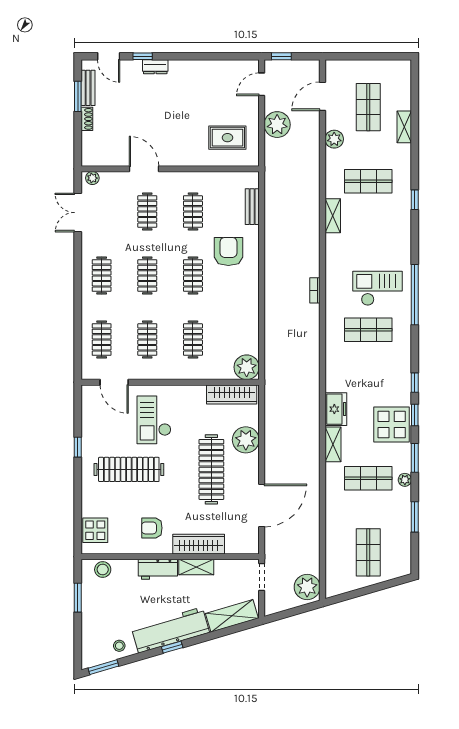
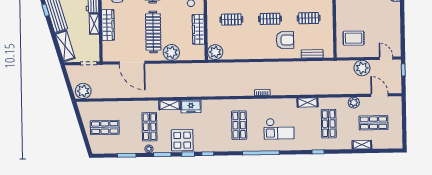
rug: (227, 138) -> (354, 38), turned 90
checkout: (378, 288) -> (279, 129), moved, turned 90
wardrobe: (232, 394) -> (198, 29), moved
clothes rail: (211, 469) -> (153, 32), turned 90

